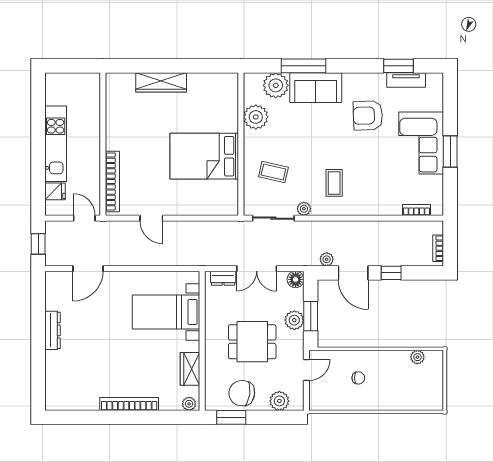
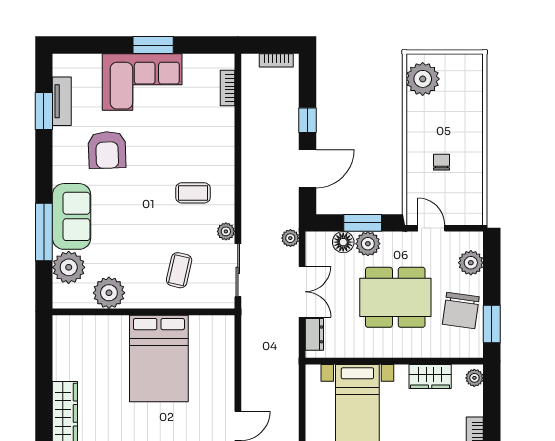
plant: (327, 259) -> (290, 238), moved
floor lamp: (296, 279) -> (343, 242), moved
dining table: (252, 342) -> (395, 297), width x1.37
plant: (417, 357) -> (423, 79), width x1.87, depth x1.87

